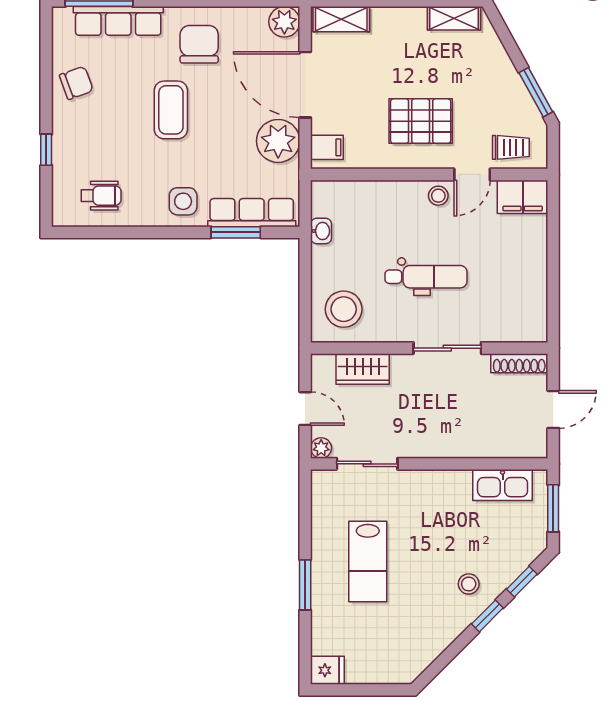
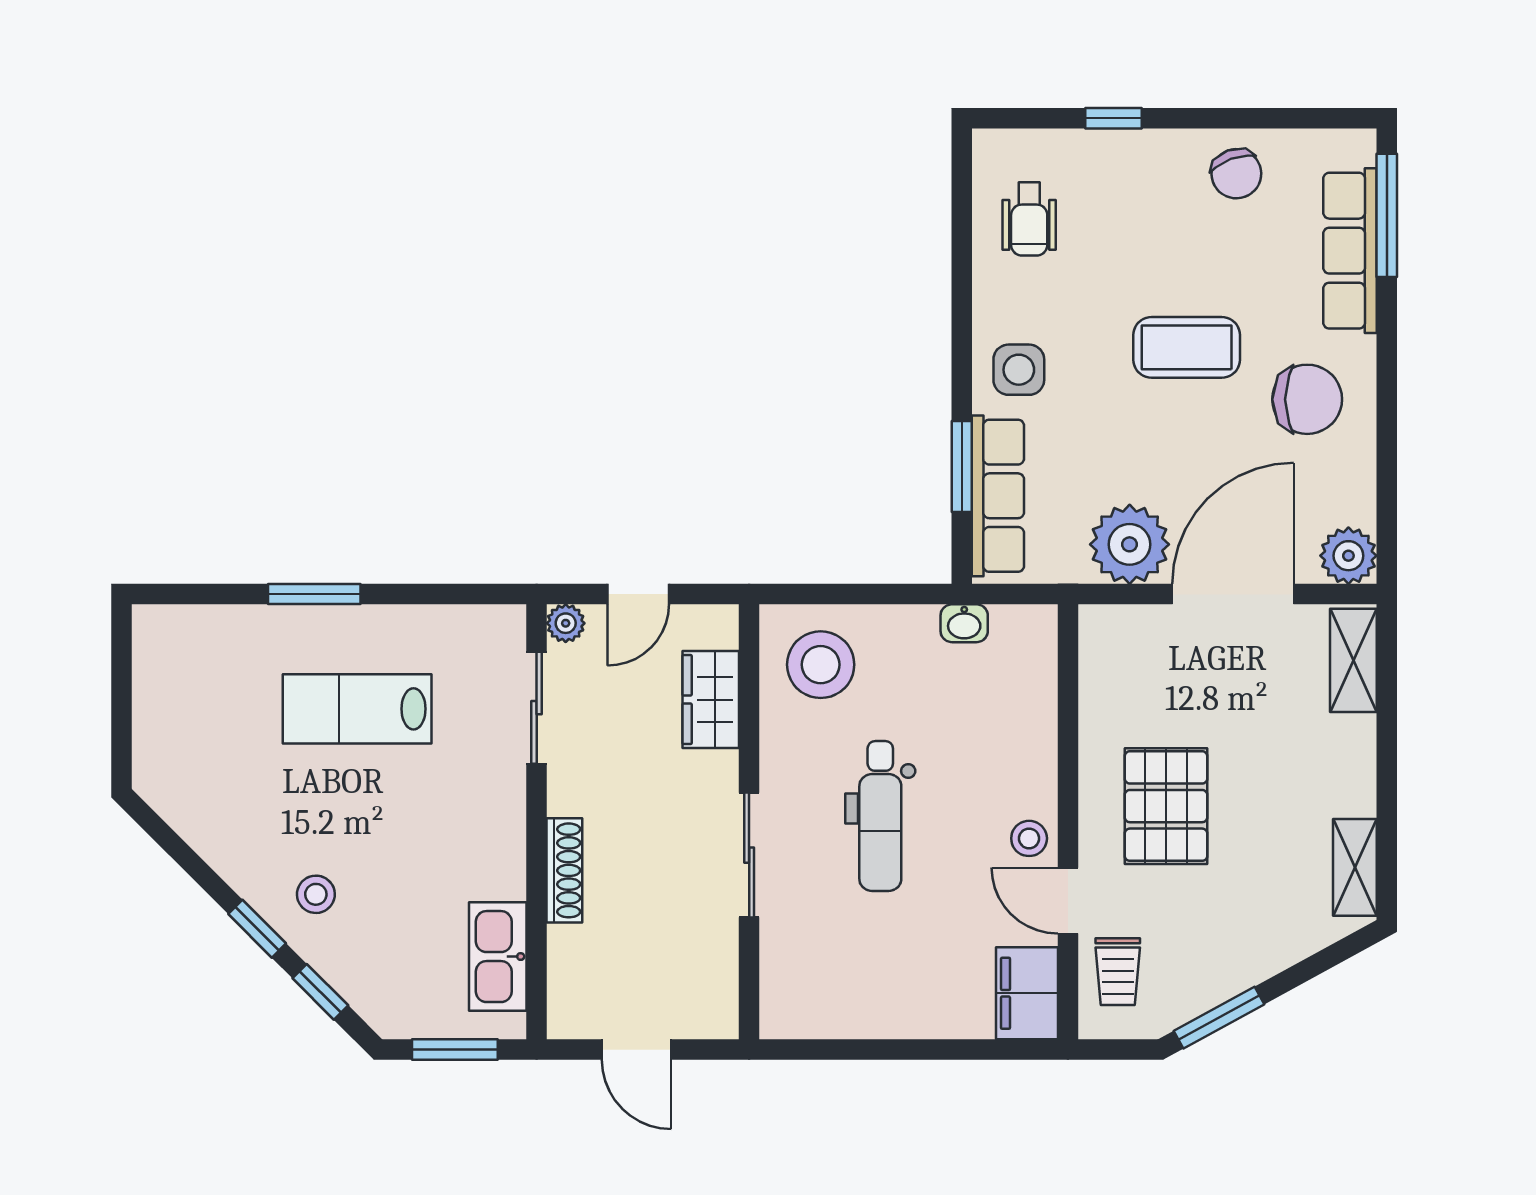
filing cabinet: (327, 147) -> (1118, 634), removed
shoe rack: (519, 363) -> (564, 870), moved, turned 180
fridge: (327, 670) -> (157, 635), removed

